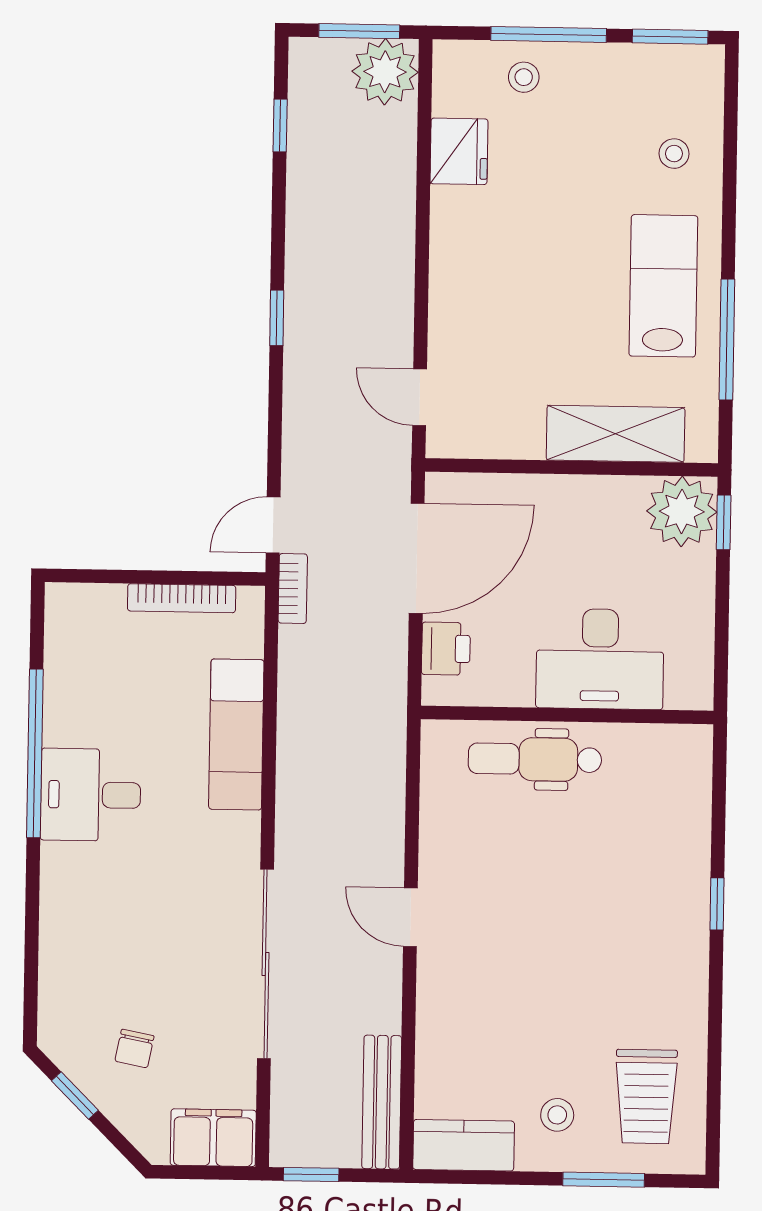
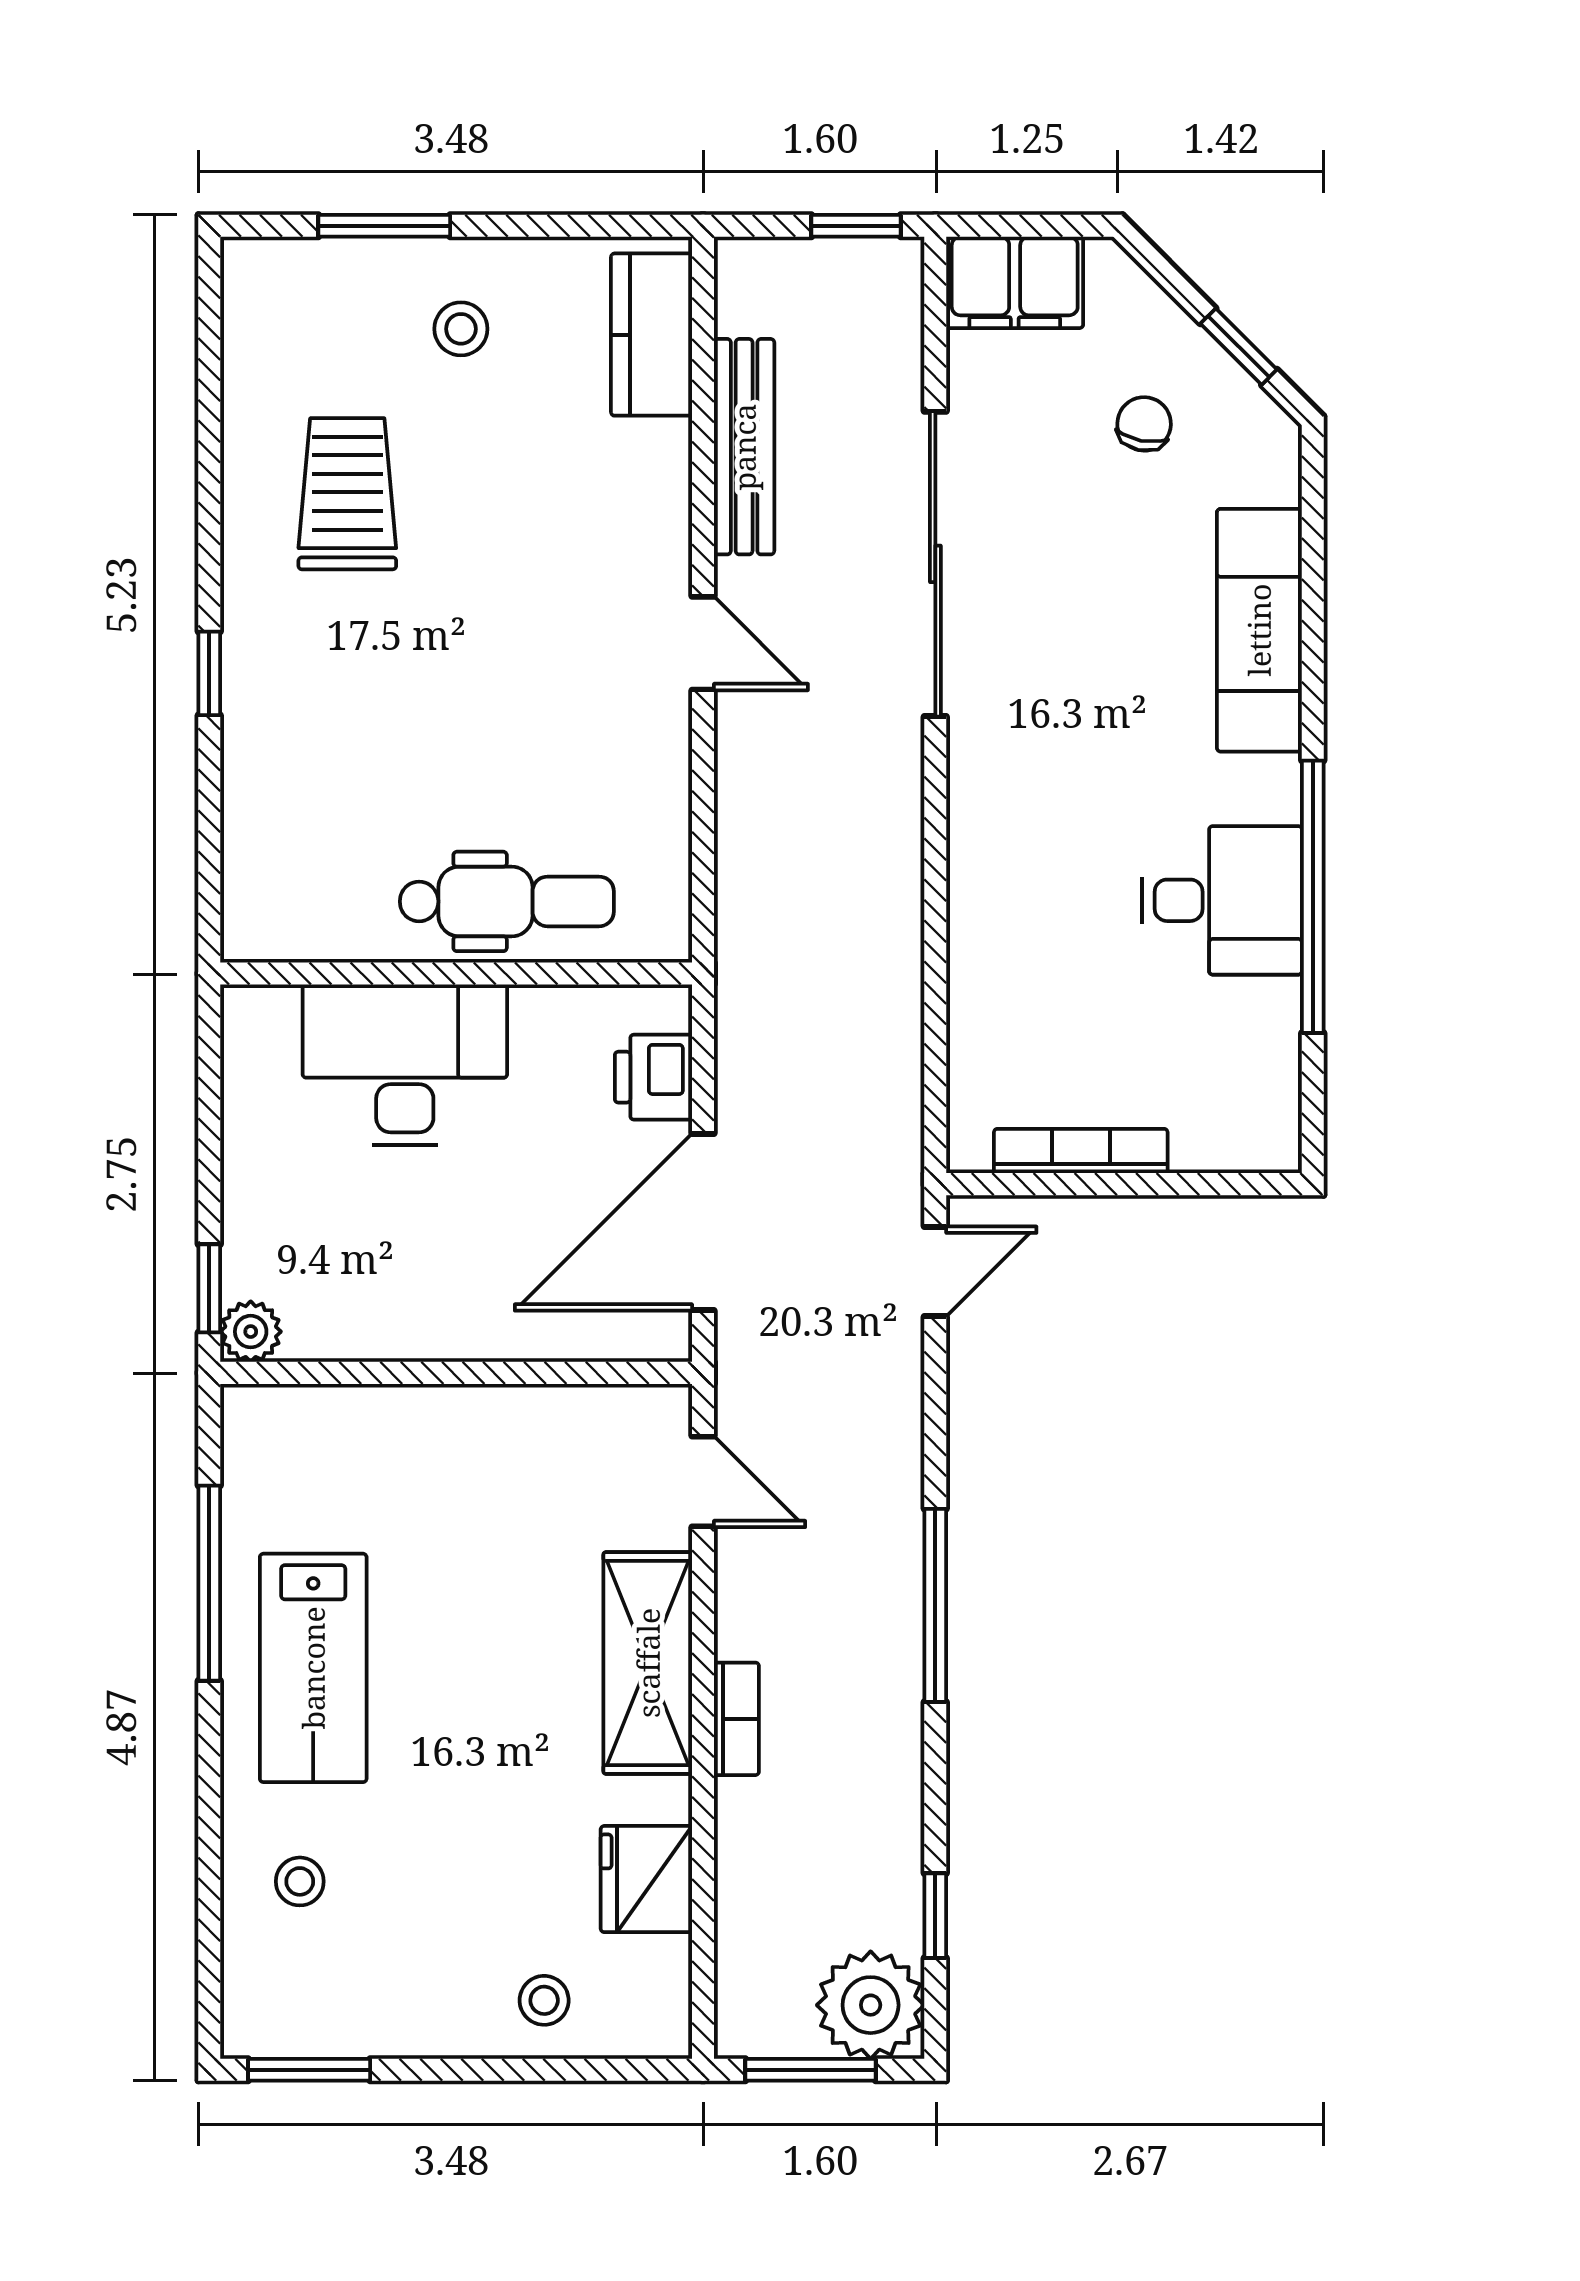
window: (549, 34) -> (505, 2070), removed
plant: (385, 72) -> (871, 2005), moved
window: (277, 318) -> (935, 1605), width x2.17
shelving: (616, 434) -> (648, 1663), moved, turned 90
plant: (682, 511) -> (251, 1332), width x0.53, depth x0.53
bookcase: (293, 588) -> (736, 1719), moved, turned 180
exam couch: (236, 734) -> (1259, 630), moved, turned 180
desk: (91, 795) -> (1222, 900), moved
trolley: (646, 1096) -> (347, 494), moved
bench: (382, 1102) -> (744, 447), moved
kitchen counter: (464, 1145) -> (652, 335), moved, turned 90

